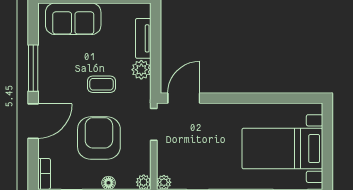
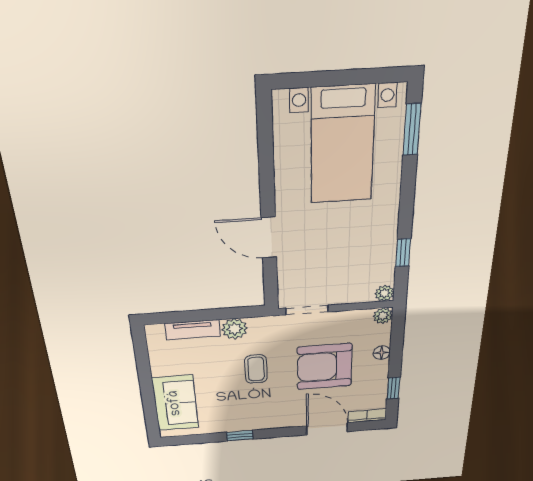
window: (33, 68) -> (240, 436), width x0.46
door: (184, 98) -> (269, 238), moved
door: (33, 121) -> (327, 429), moved

